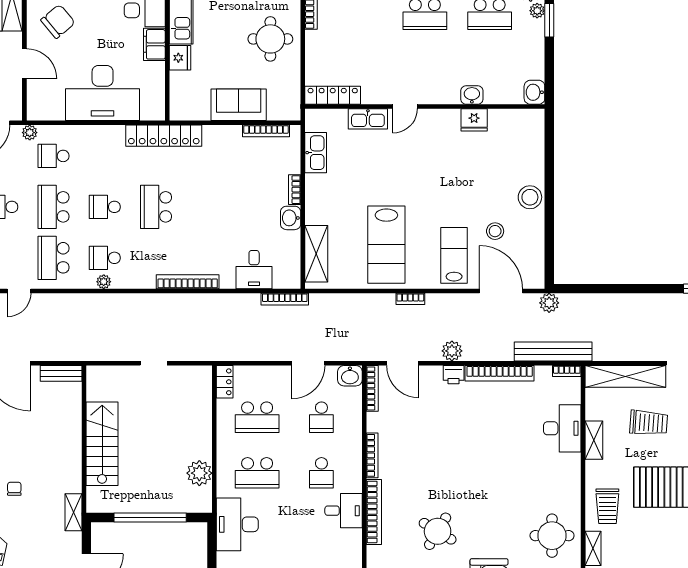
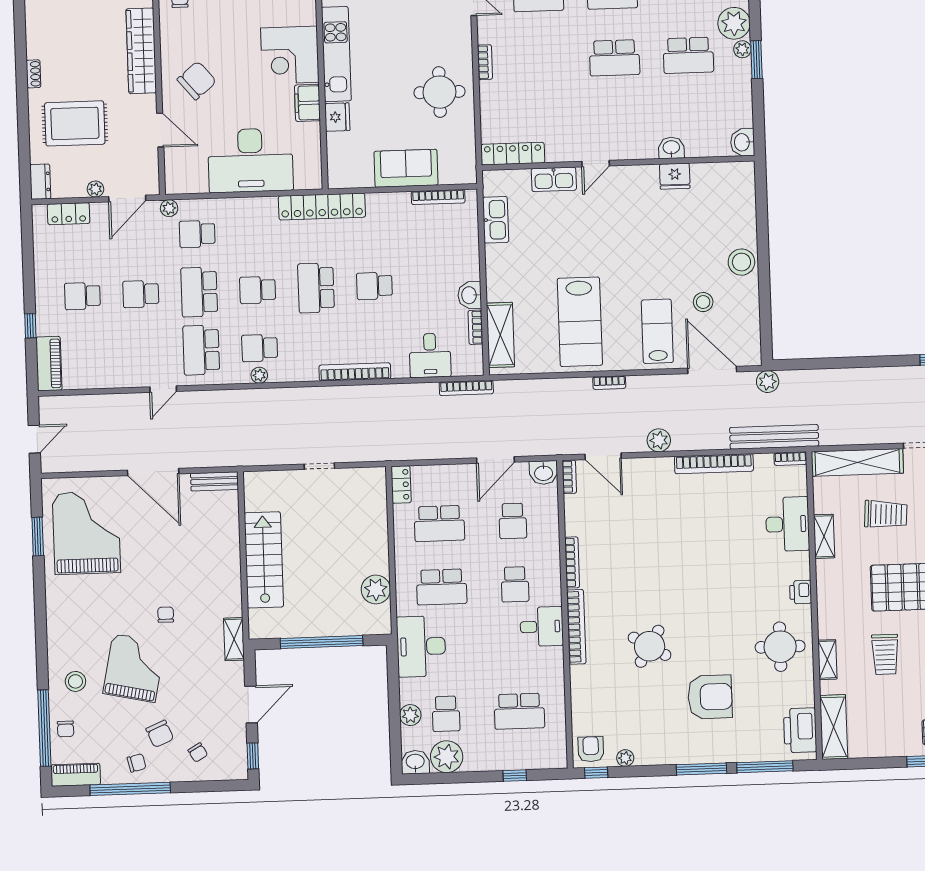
bookcase: (295, 190) -> (475, 327), moved
school desk: (207, 207) -> (374, 286), added
printer: (454, 375) -> (801, 592), moved, turned 90
bookcase: (372, 388) -> (569, 477), width x0.64
trolley: (607, 506) -> (885, 654), moved

